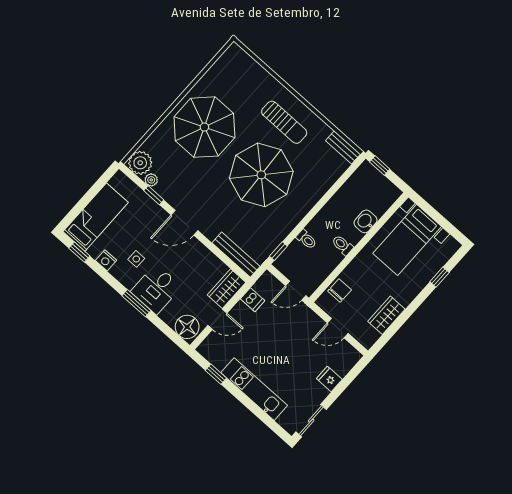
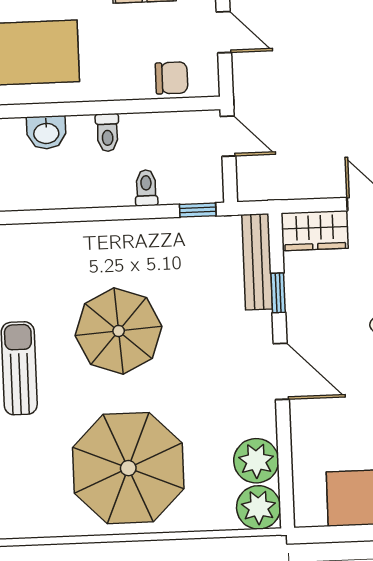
parasol: (261, 175) -> (119, 331), width x0.73, depth x0.73
plant: (151, 180) -> (256, 461), width x1.88, depth x1.88
window: (154, 195) -> (278, 293), moved
chair: (340, 291) -> (172, 78), turned 180
dishwasher: (253, 300) -> (296, 182), removed

